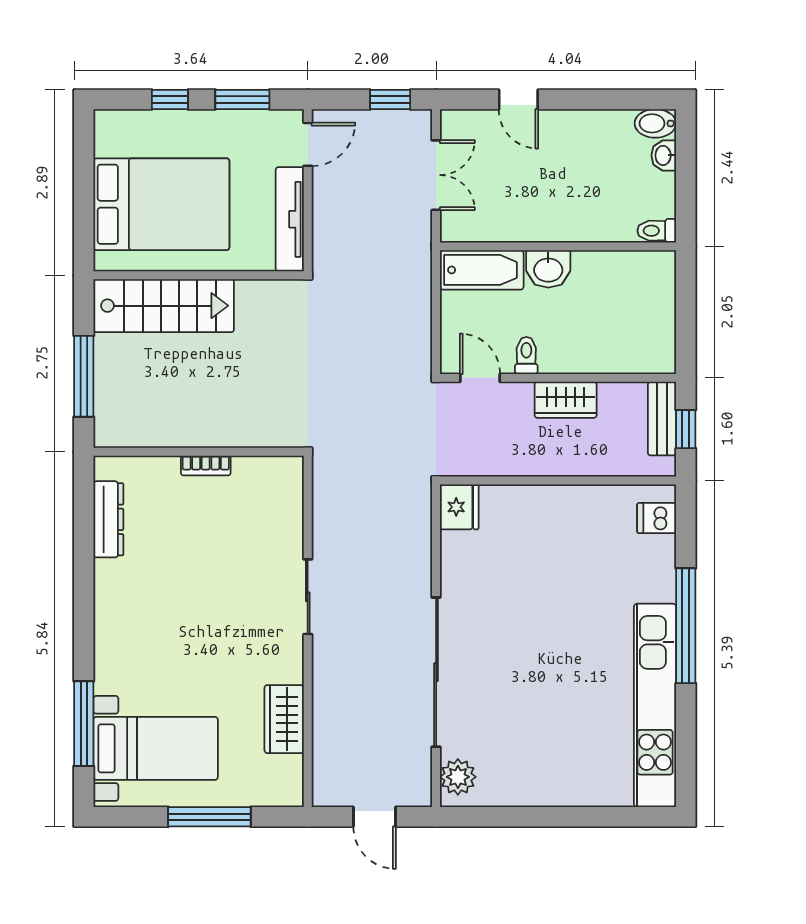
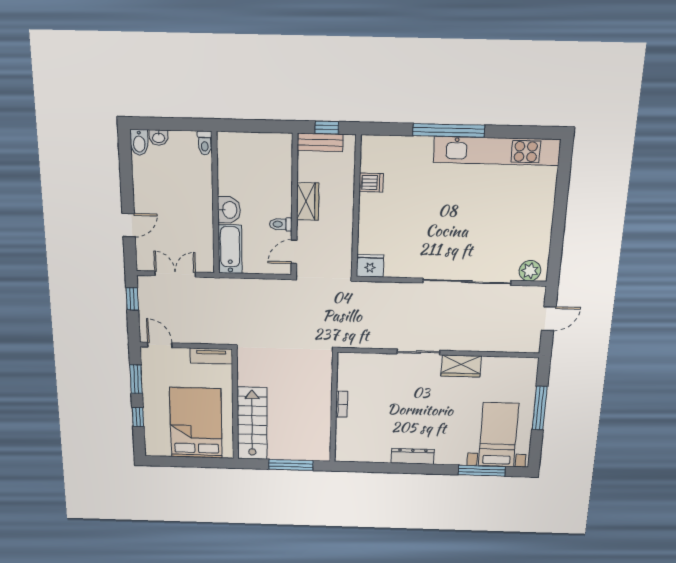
tv unit: (290, 219) -> (211, 356), width x0.71
dishwasher: (657, 518) -> (371, 183), moved, turned -90
dresser: (108, 519) -> (413, 456), moved
wardrobe: (284, 719) -> (461, 366), moved

